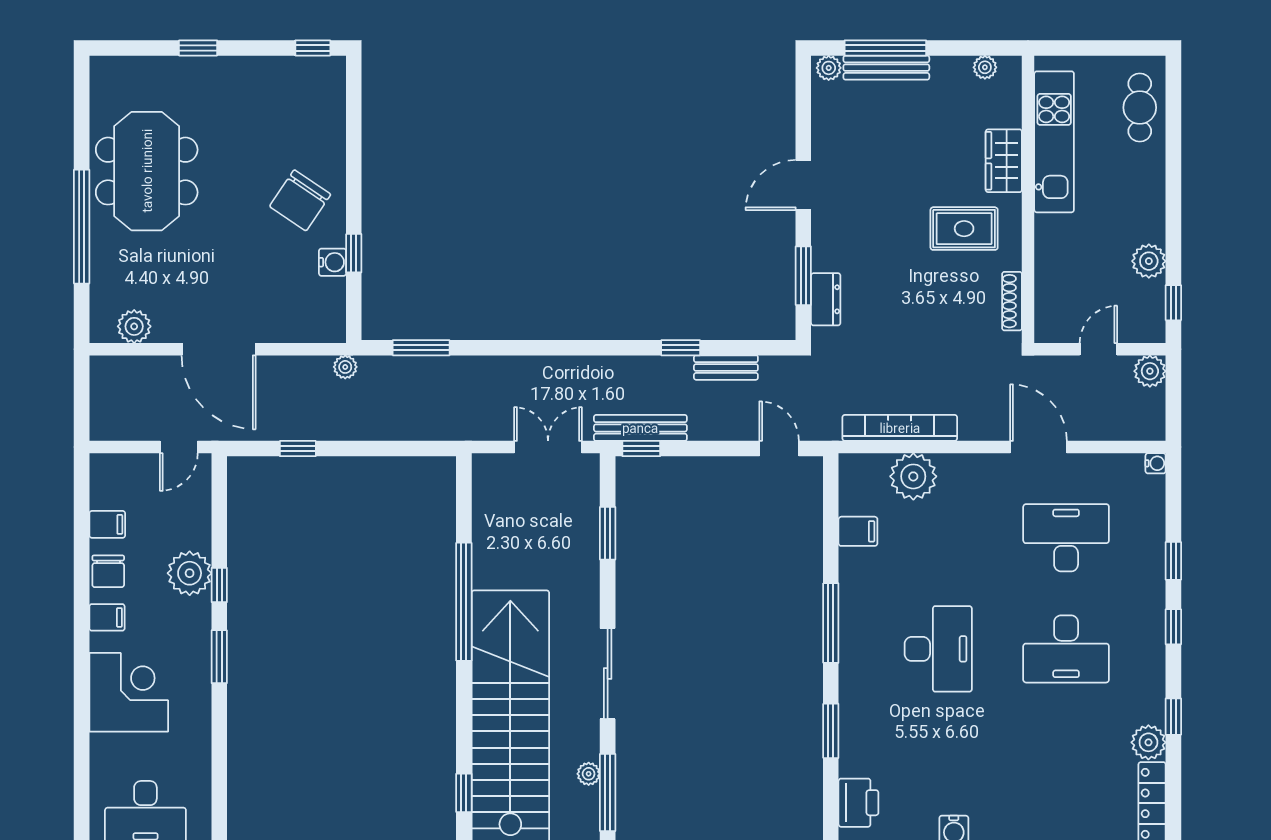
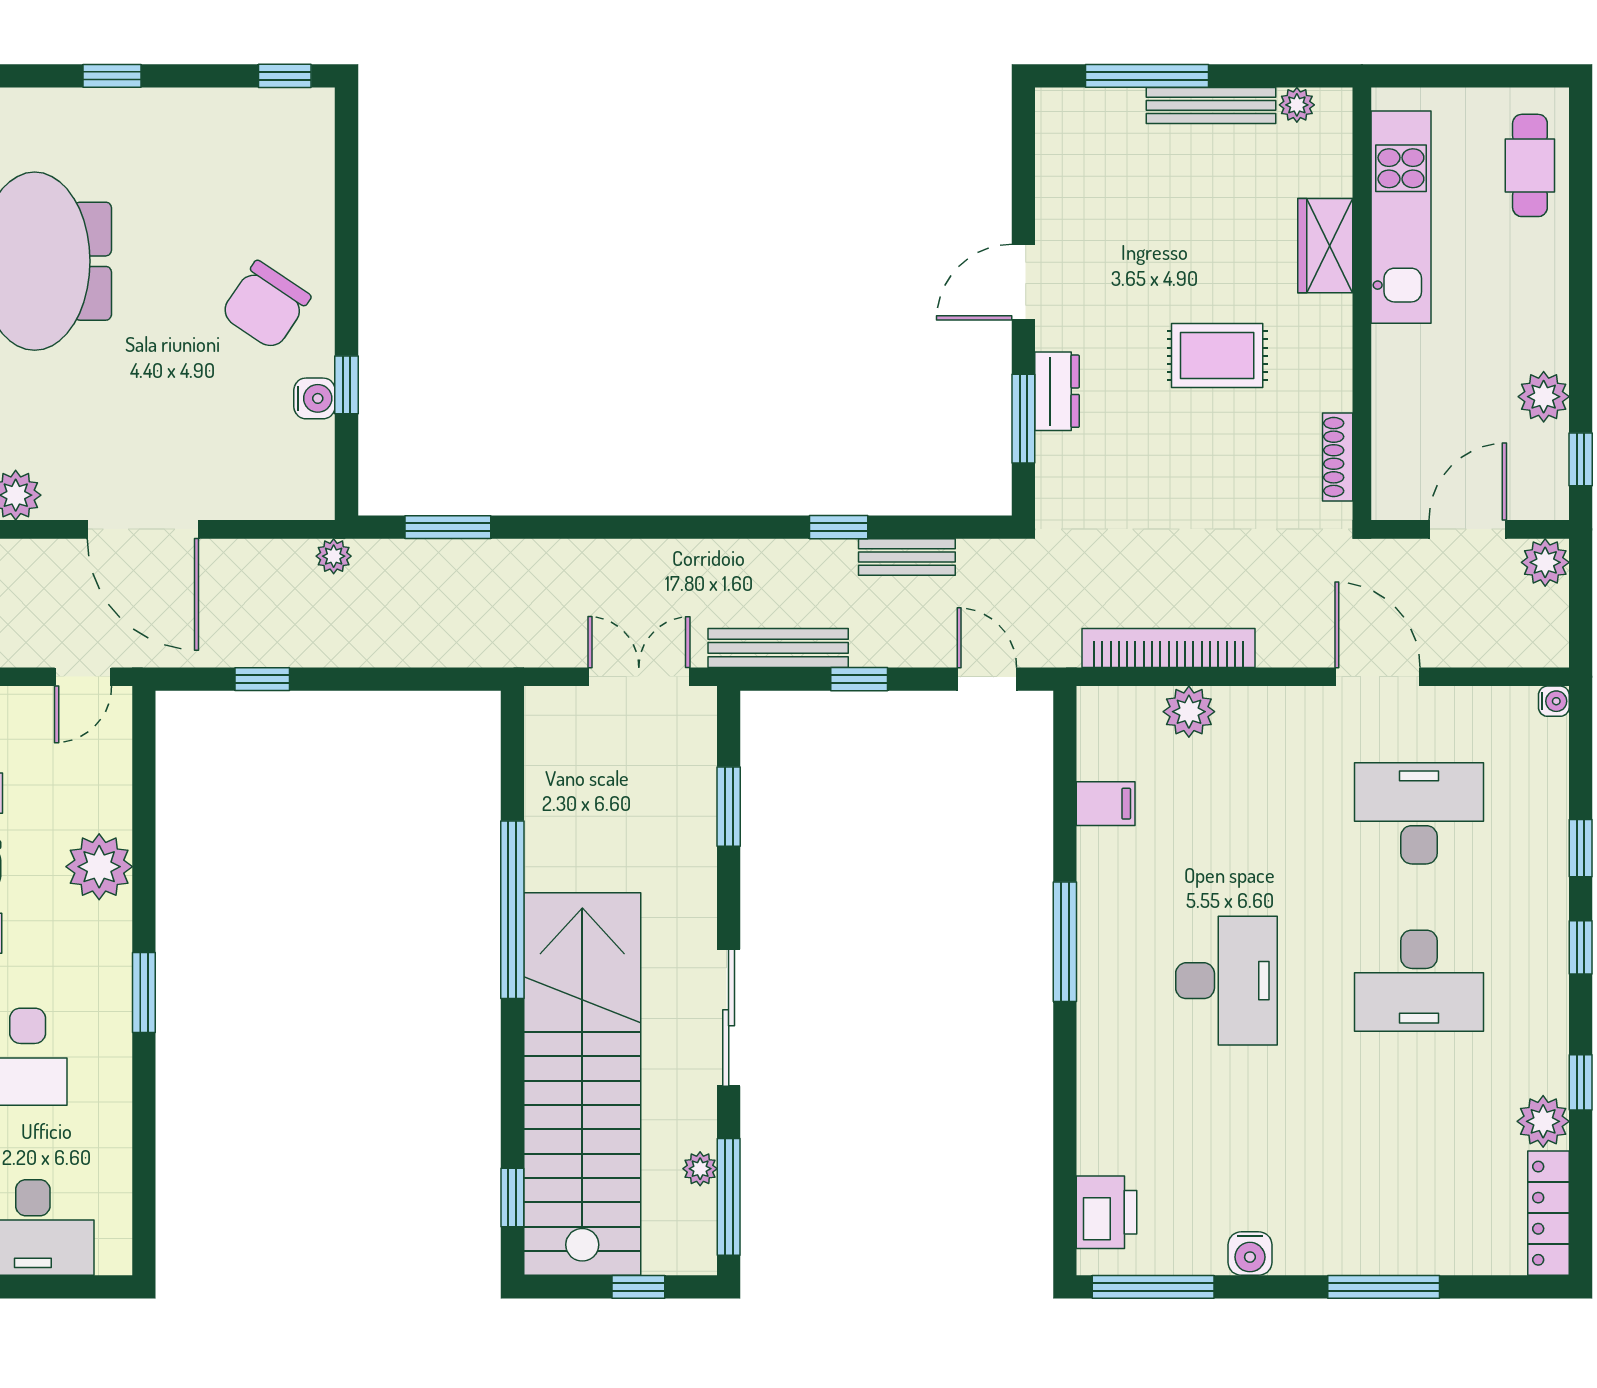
plant: (829, 68) -> (1062, 106), removed
bench: (886, 68) -> (1211, 105), moved
rug: (964, 229) -> (1217, 356), moved
dresser: (826, 299) -> (1057, 391), moved
door: (1098, 349) -> (1468, 529), width x1.38
window: (641, 449) -> (859, 679), moved
plant: (913, 476) -> (1189, 712), width x0.73, depth x0.73
window: (219, 585) -> (144, 884), removed
window: (831, 731) -> (1065, 1104), removed

